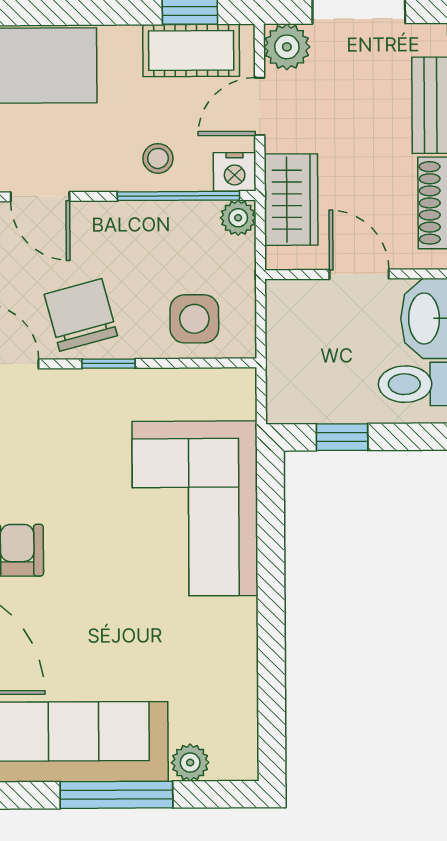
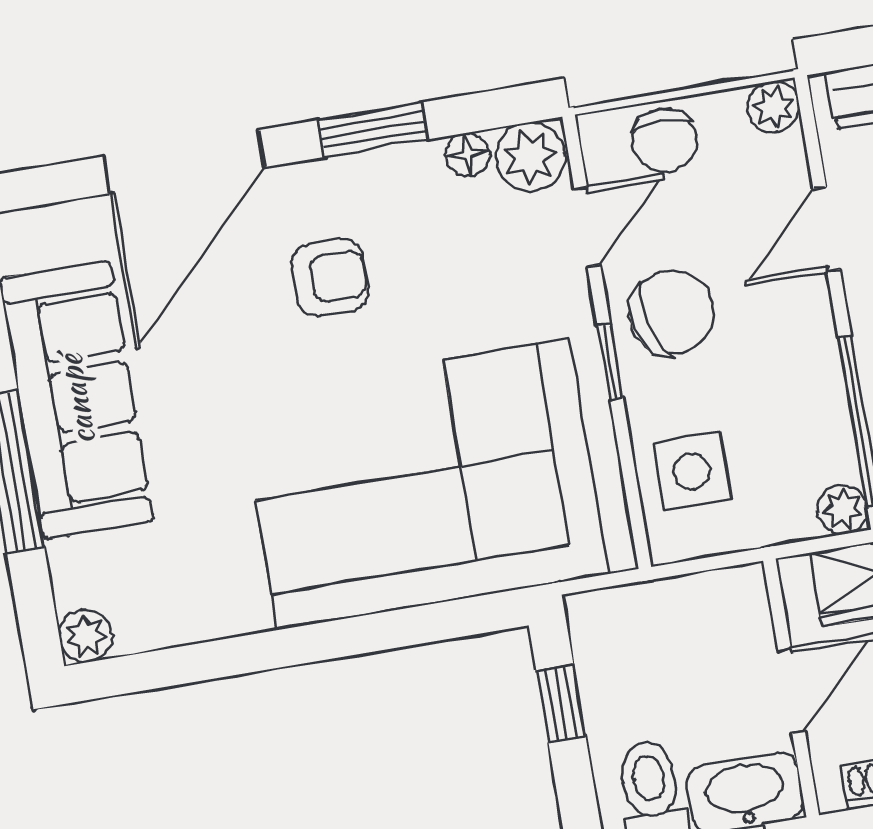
corner sofa: (195, 508) -> (423, 484), width x1.36, depth x1.36
plant: (190, 763) -> (86, 636), moved

